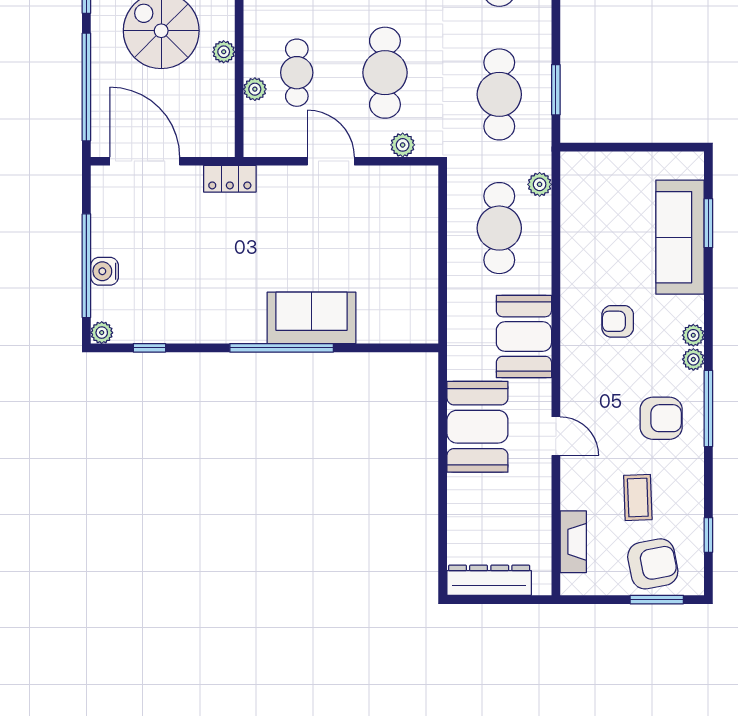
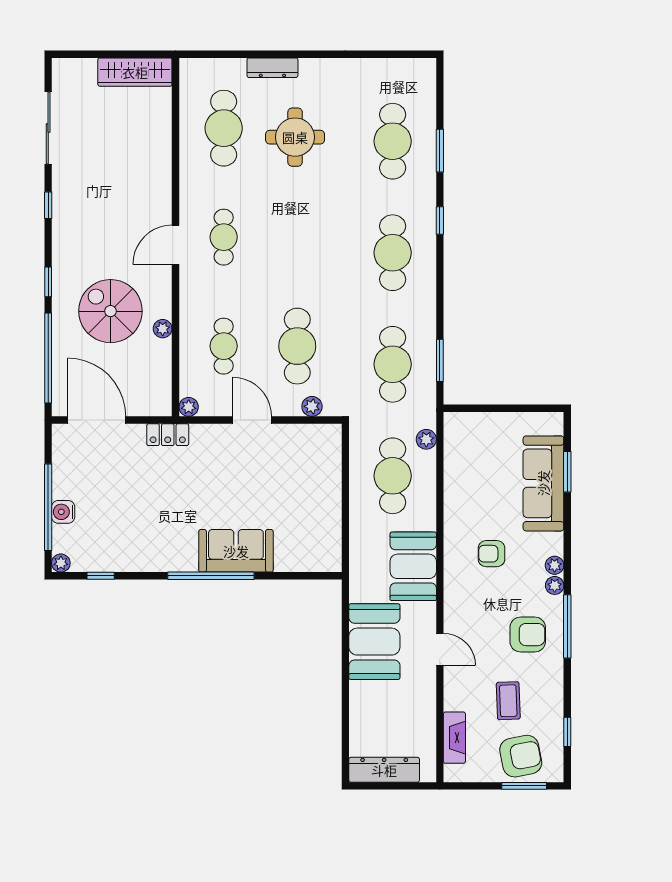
plant: (255, 89) -> (189, 407), moved

